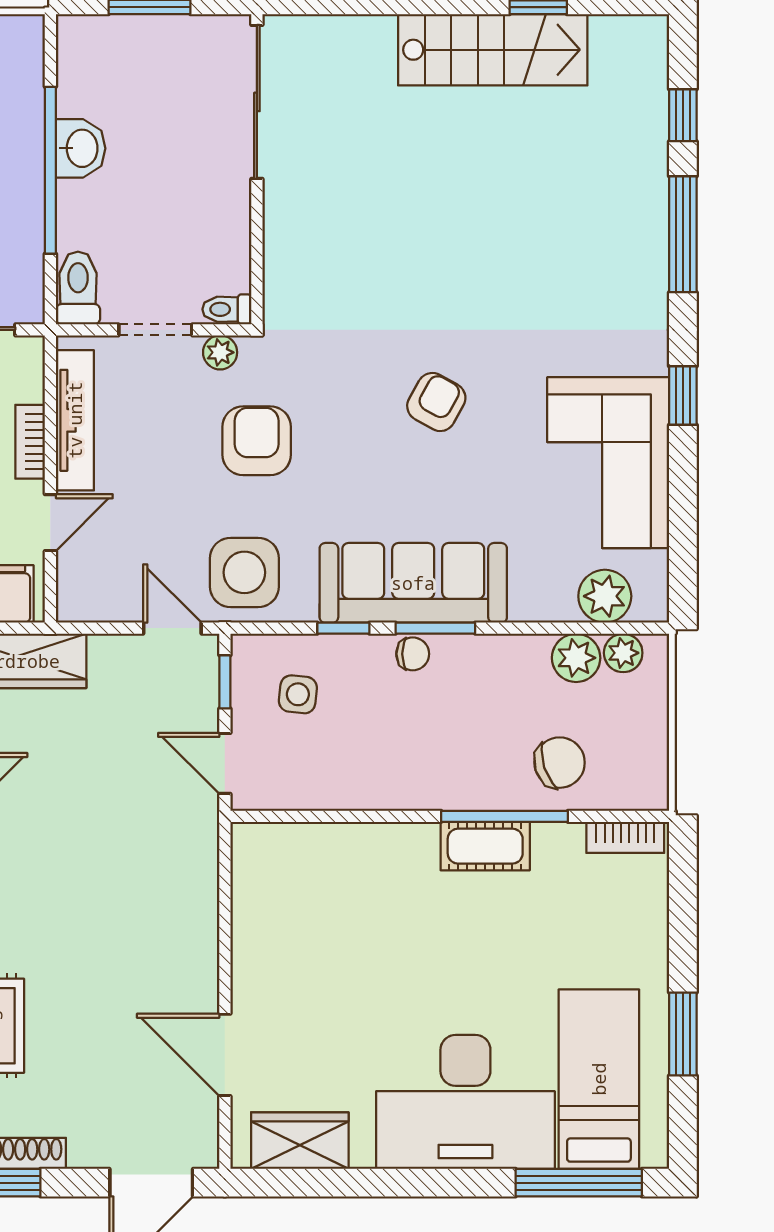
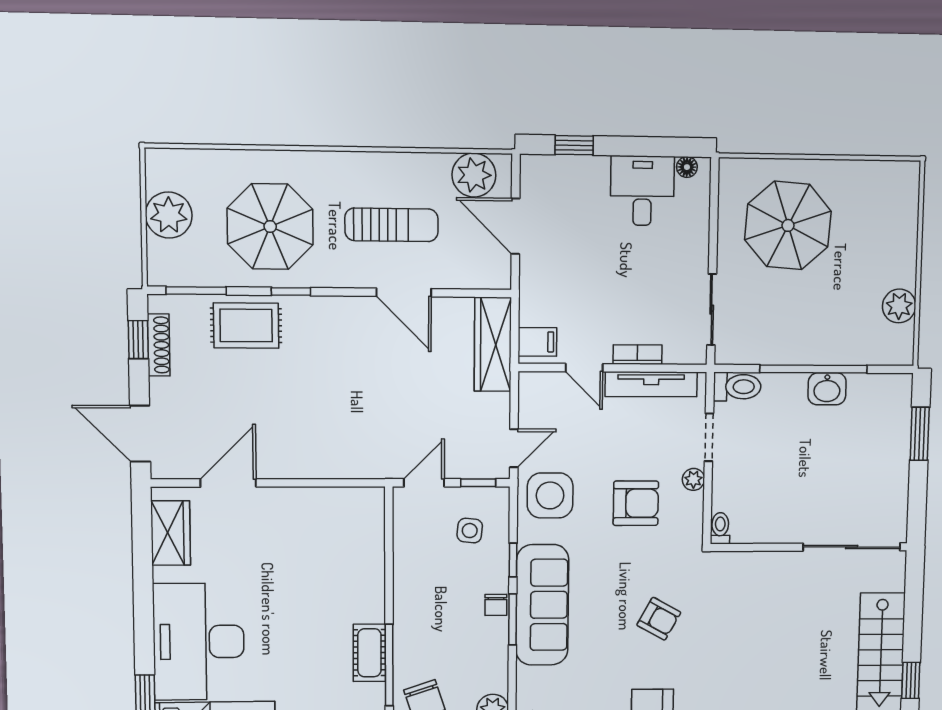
sliding door: (257, 102) -> (852, 547), moved
wall: (257, 169) -> (809, 547), moved
toilet: (227, 309) -> (720, 528), moved

